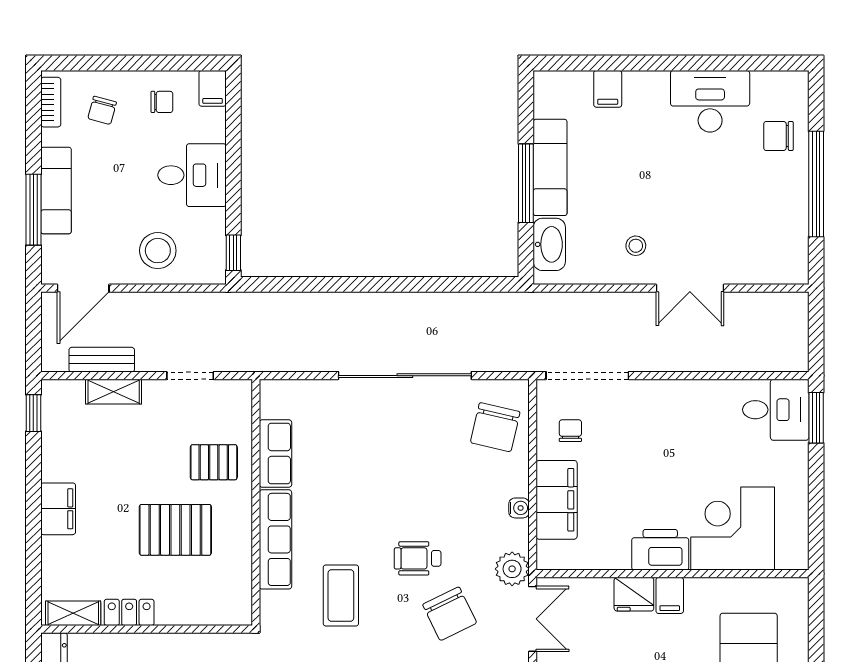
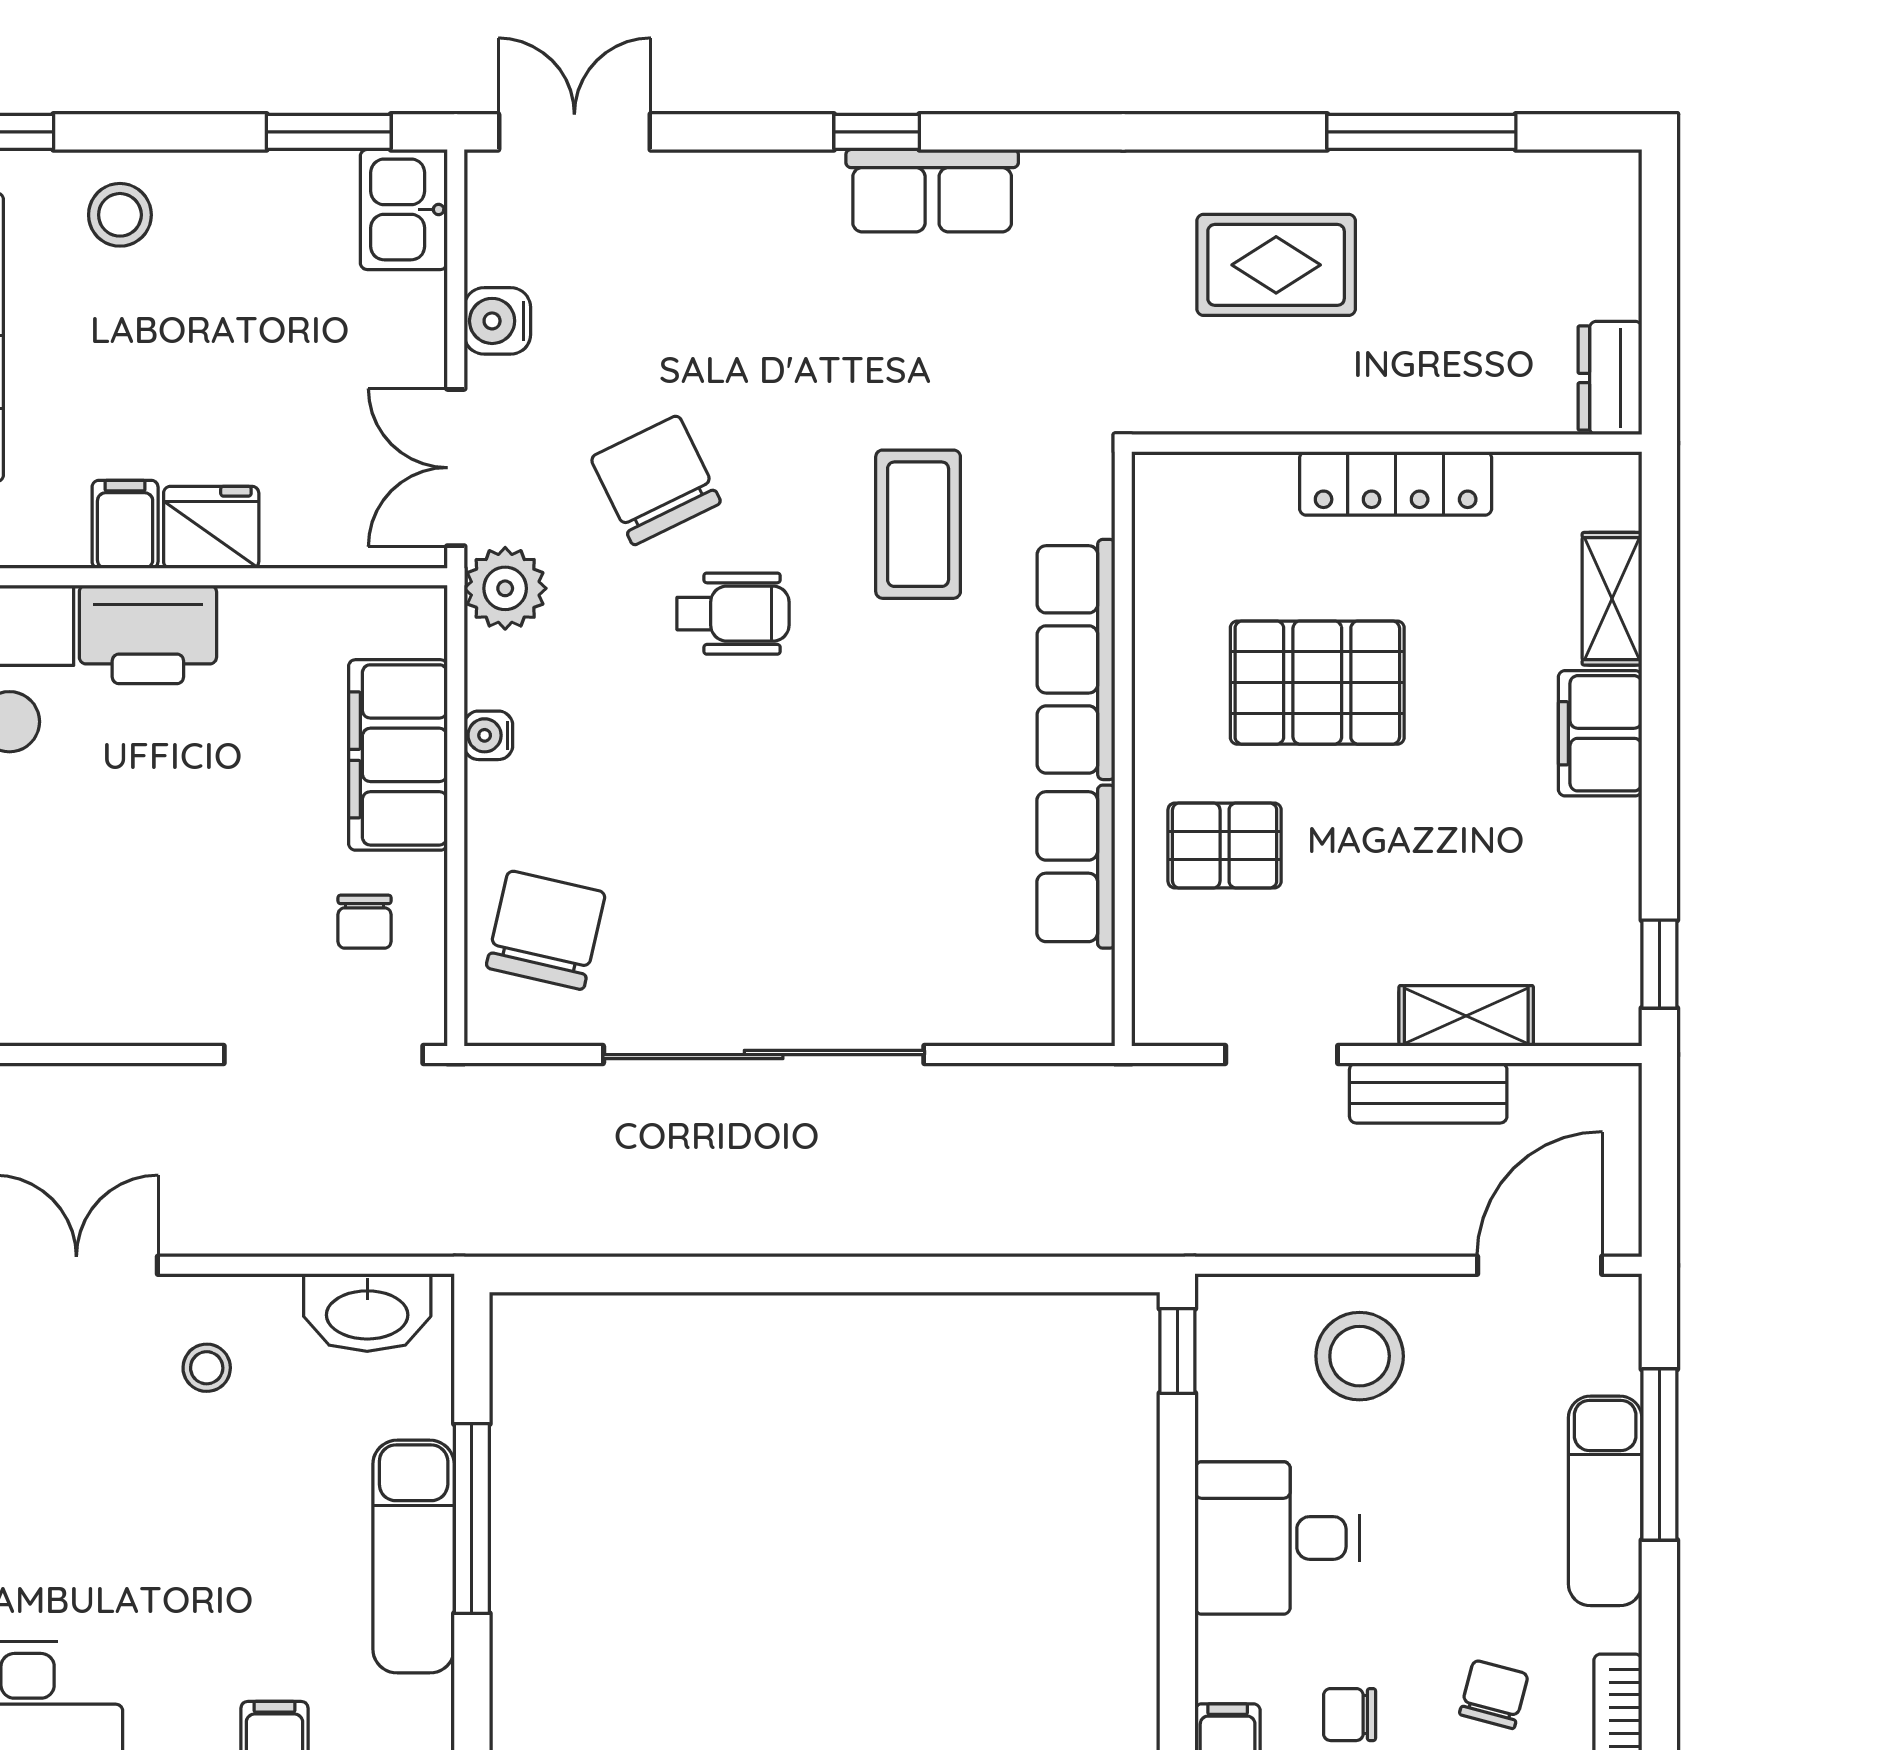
washbasin: (549, 244) -> (367, 1313), moved, turned -90
bench: (102, 360) -> (1428, 1093), moved
locker: (129, 612) -> (1396, 483), width x1.53
shelving: (73, 613) -> (1612, 599), moved, turned 90

